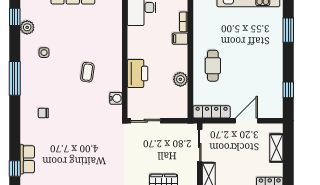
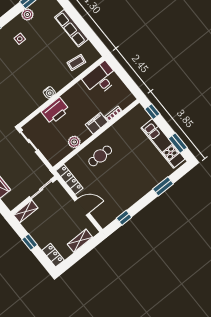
filing cabinet: (180, 39) -> (97, 123), width x2.00
coffee table: (87, 72) -> (76, 62), moved
water cooler: (116, 98) -> (49, 93), moved

